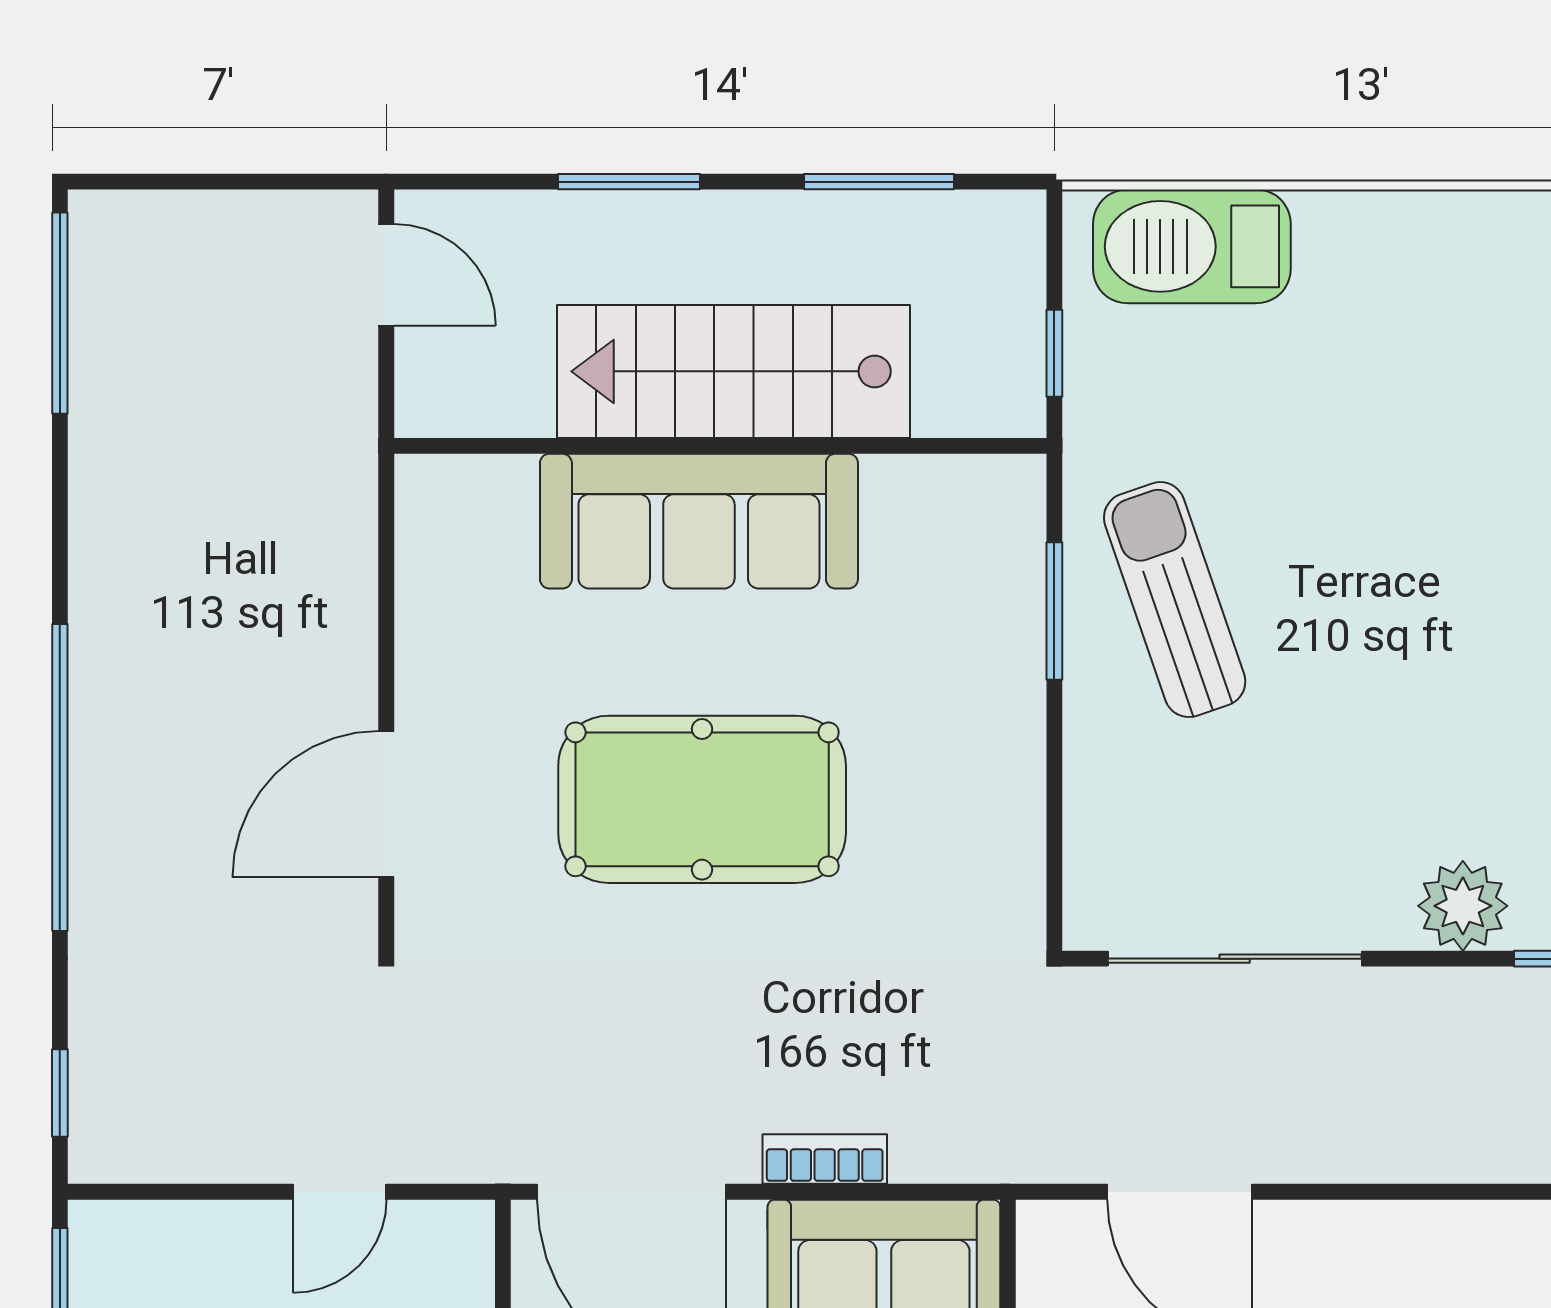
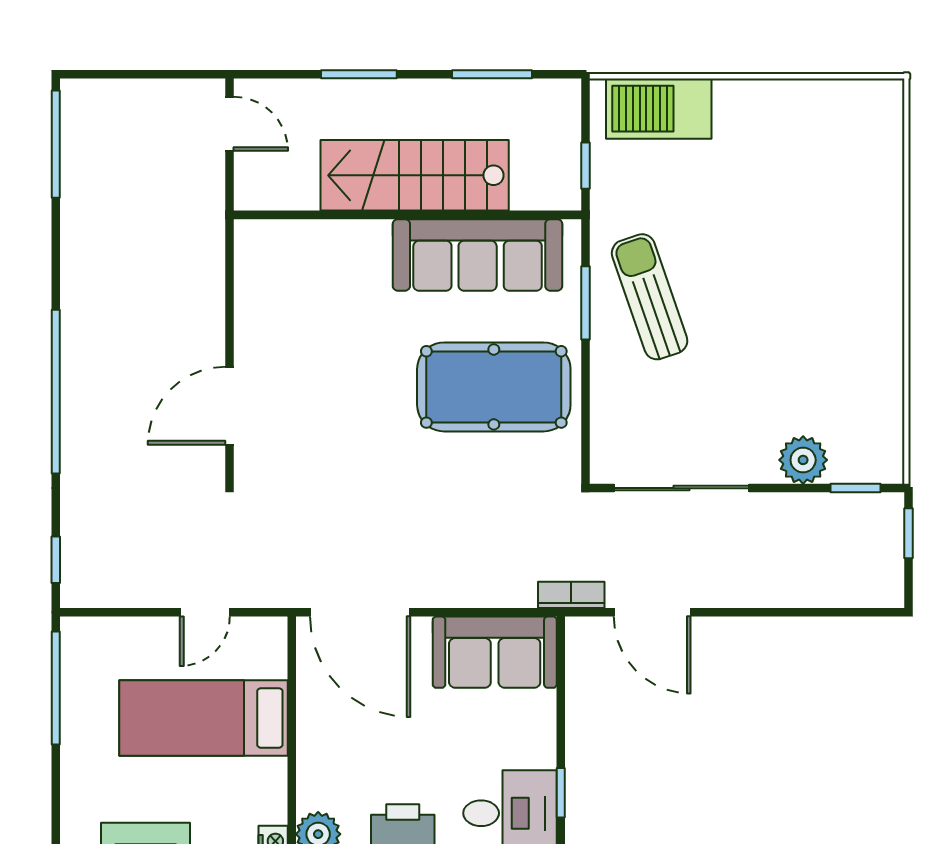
sofa: (699, 521) -> (478, 255), moved
pool table: (702, 799) -> (494, 387), moved
bookcase: (825, 1159) -> (571, 595), moved

